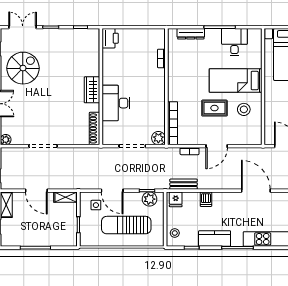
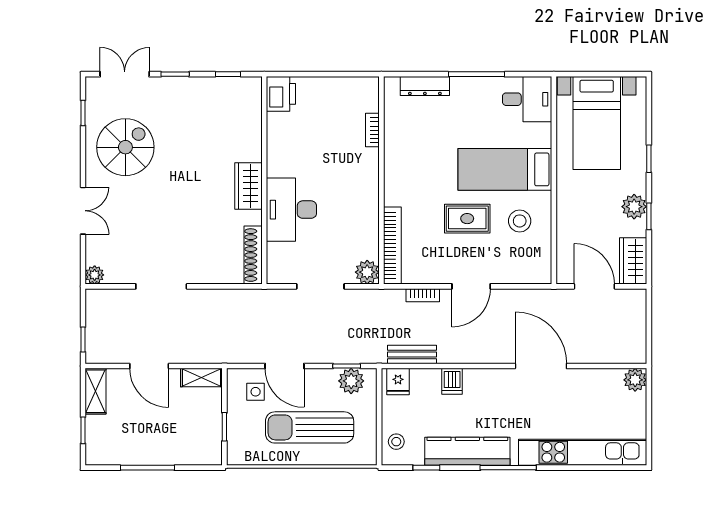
desk: (234, 42) -> (527, 99), moved, turned 90
kitchen counter: (215, 238) -> (467, 451), width x1.50

